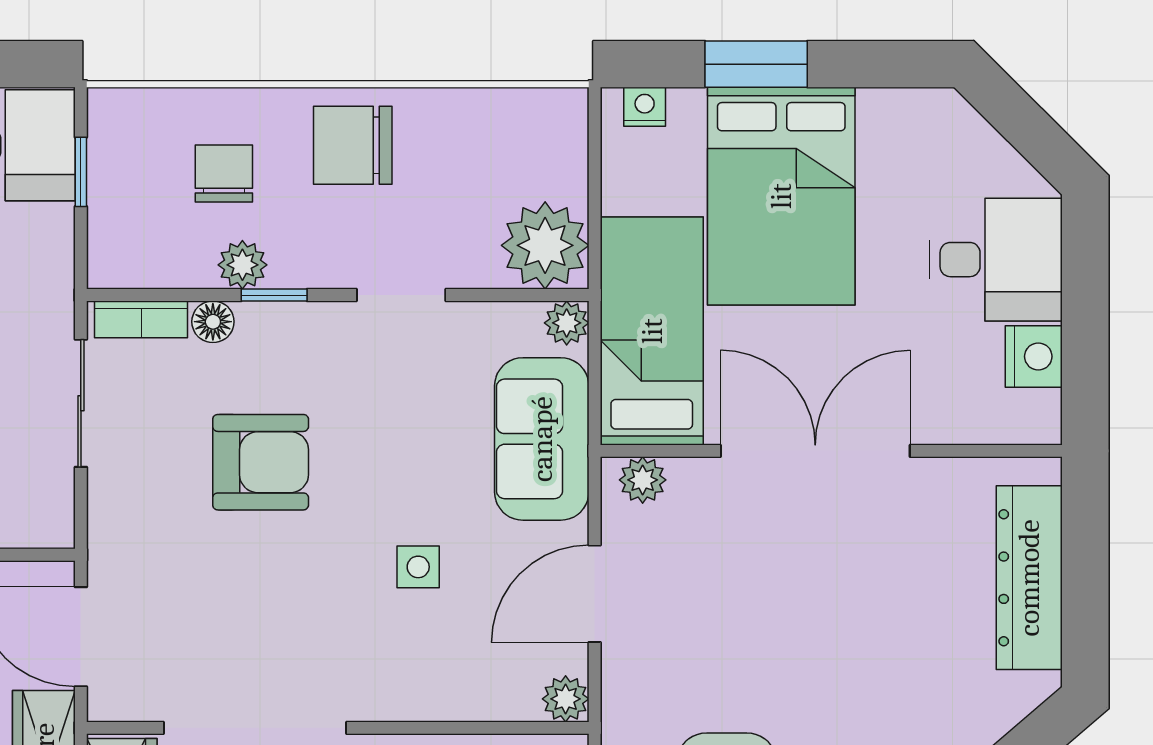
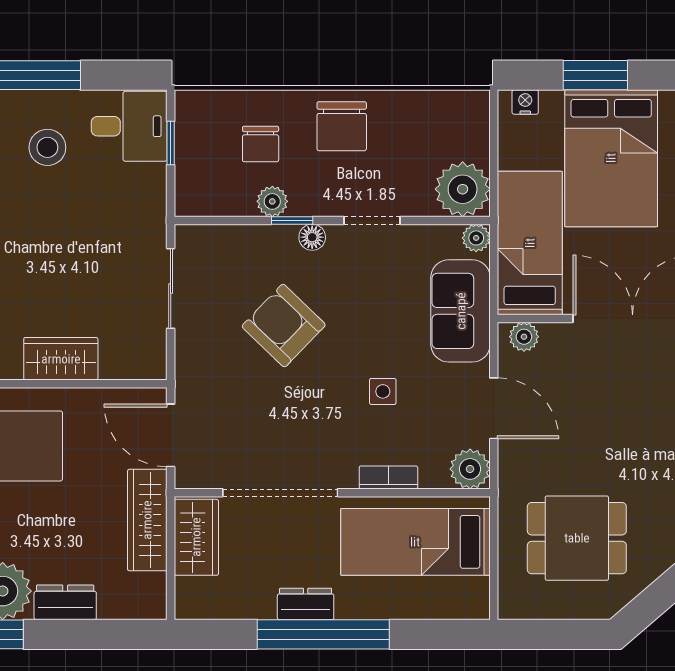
chair: (353, 145) -> (342, 126), turned -90
chair: (224, 174) -> (261, 144), turned 180
bookcase: (141, 319) -> (388, 477), moved, turned 180
floor lamp: (213, 322) -> (312, 237), moved
armchair: (261, 462) -> (284, 326), turned -136
door: (595, 594) -> (494, 408), swing flipped
plant: (566, 699) -> (470, 469), width x1.38, depth x1.38

